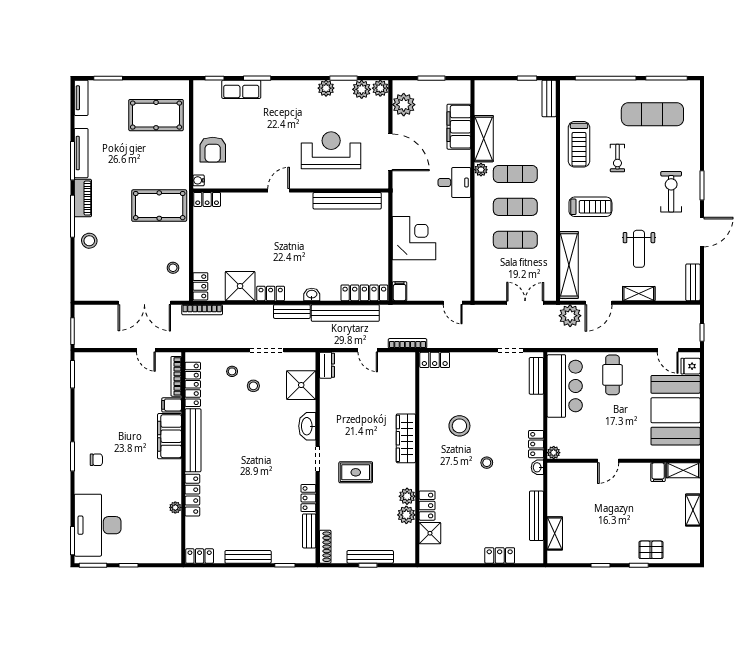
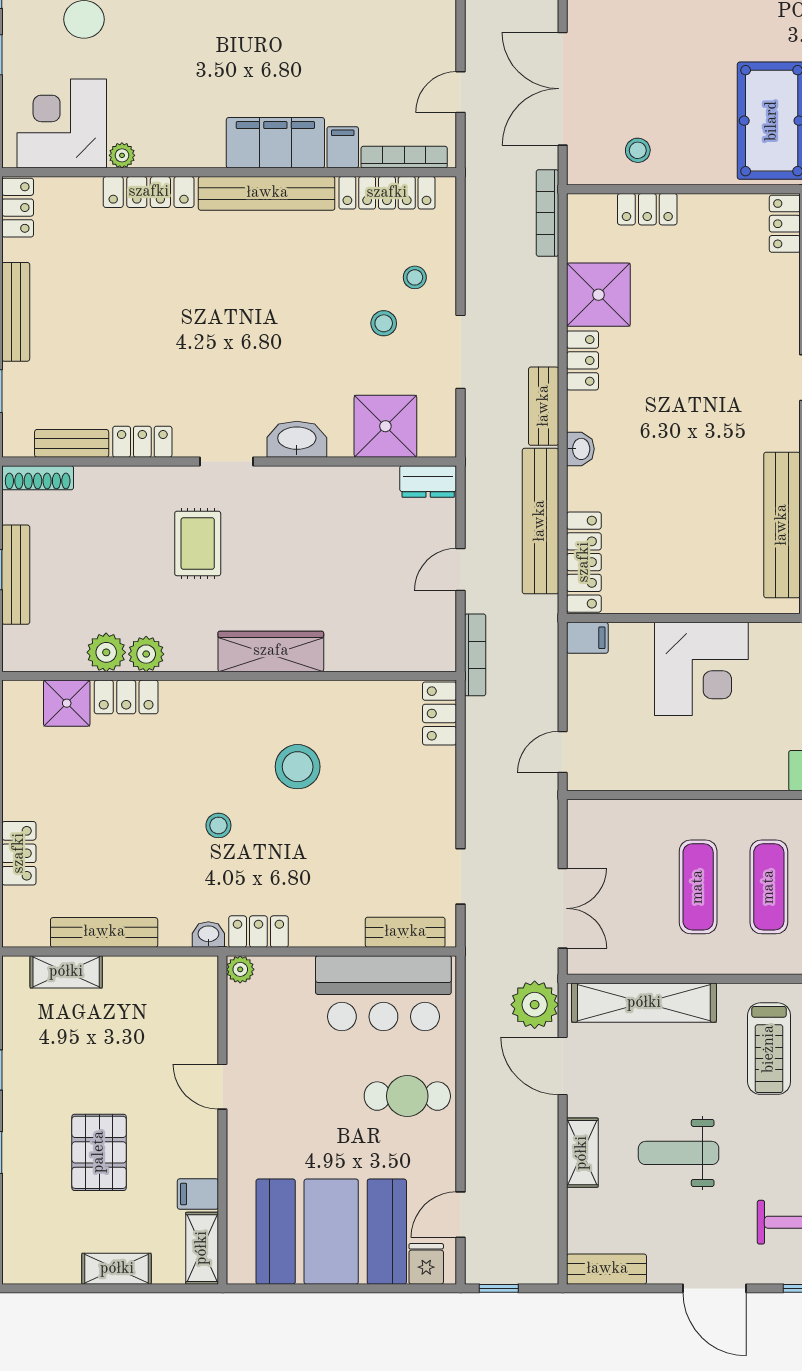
locker: (200, 286) -> (647, 209), moved
corner desk: (161, 535) -> (62, 124), added
pallet: (651, 550) -> (99, 1152), moved, width x1.50, depth x1.42

